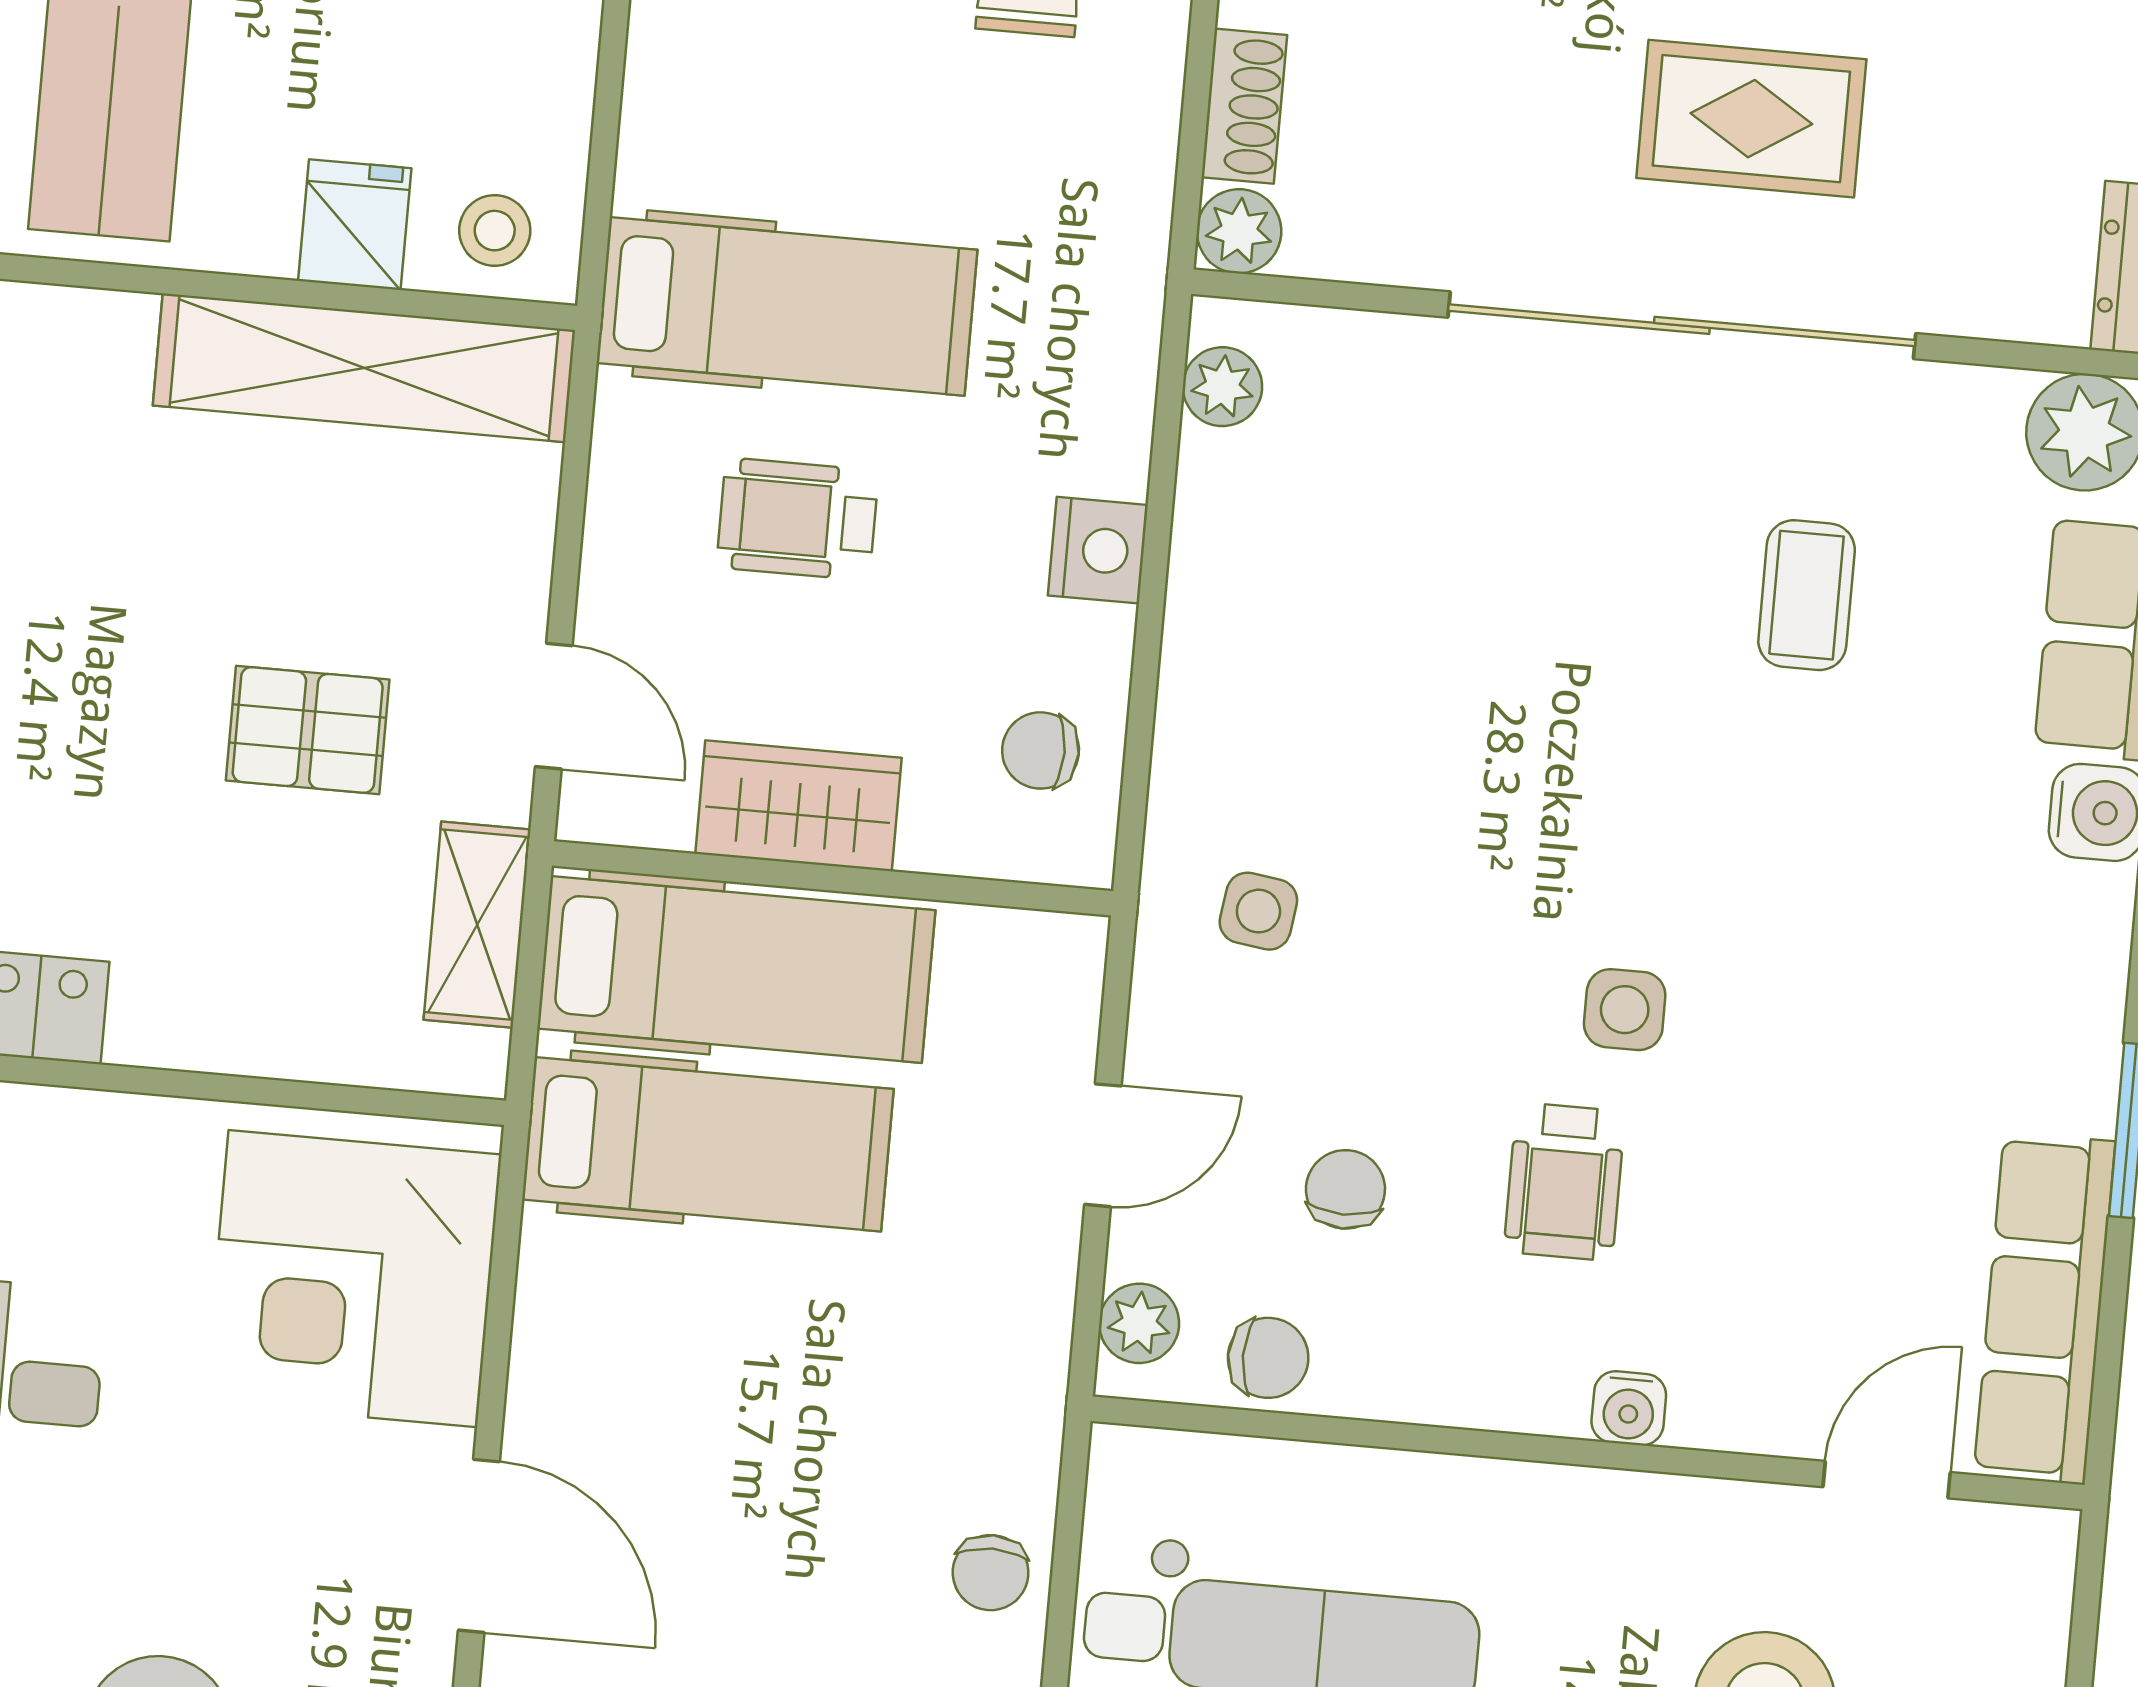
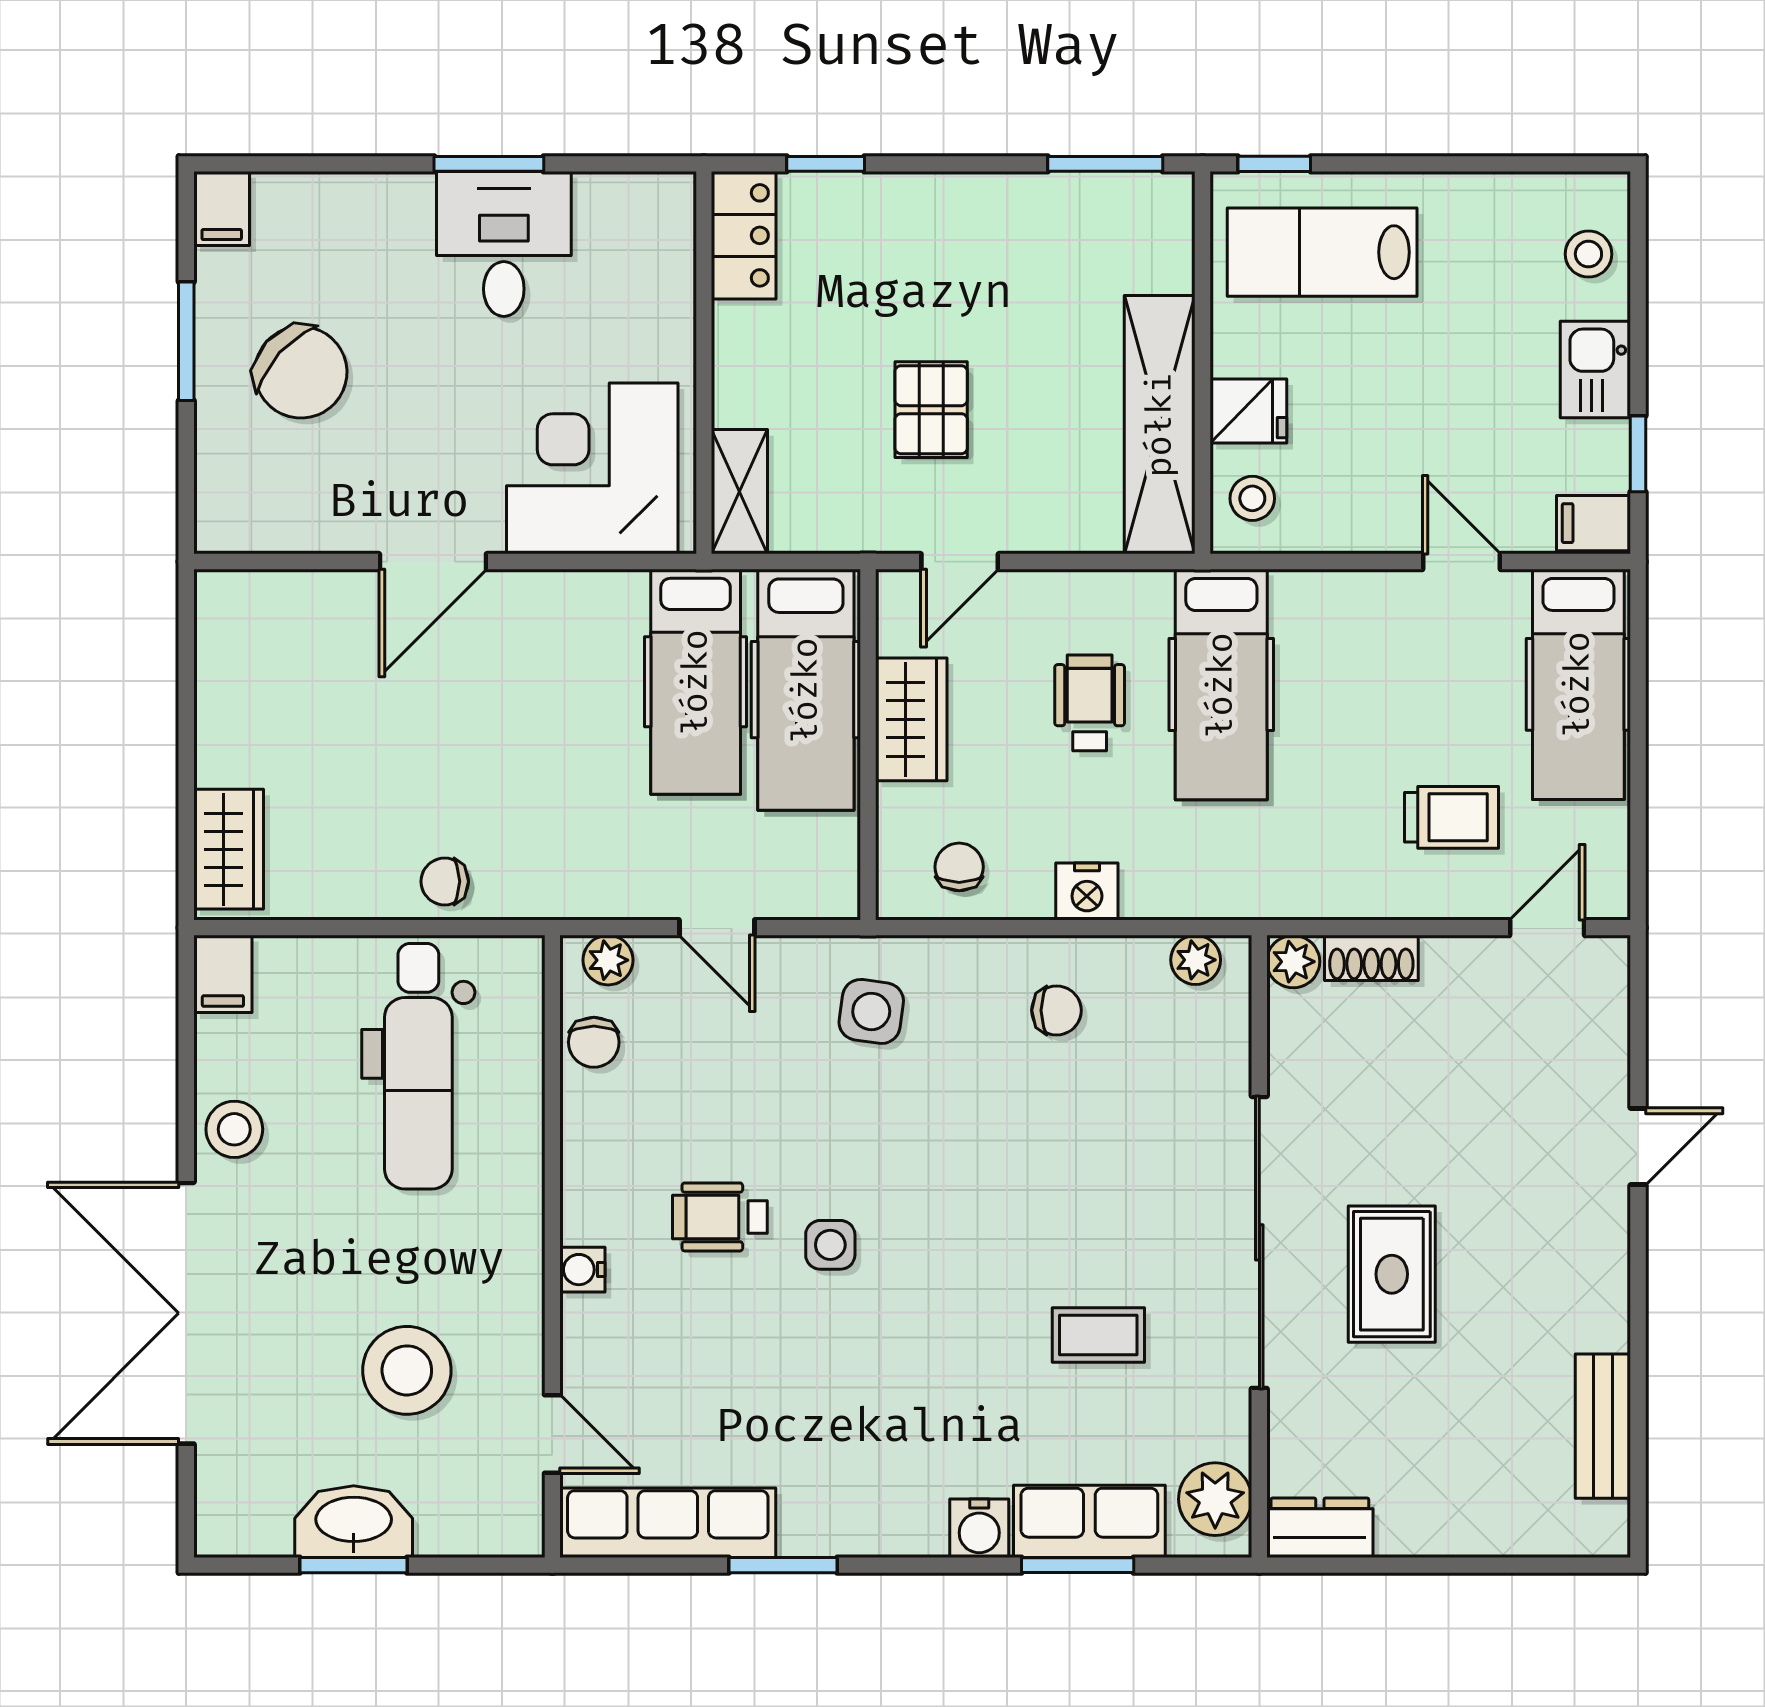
side table: (1258, 911) -> (871, 1011), width x1.37, depth x1.37
shelving: (477, 925) -> (739, 492), moved, turned 90
chair: (1345, 1189) -> (1057, 1010), moved

